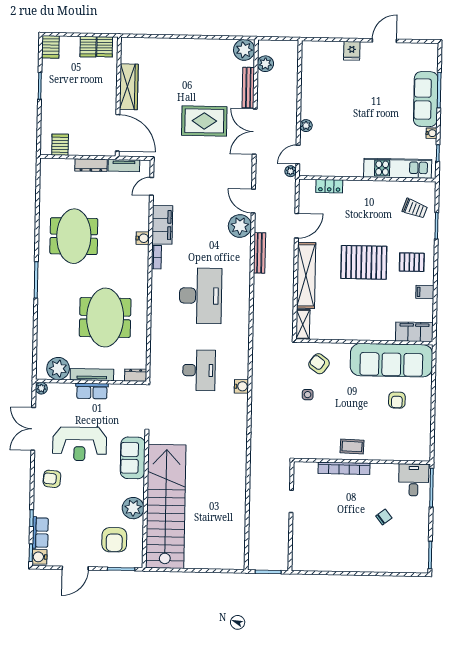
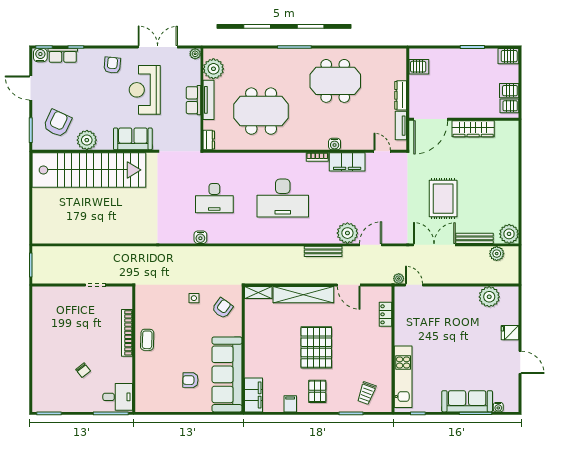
plant: (306, 126) -> (489, 297), moved, width x1.88, depth x1.88
water cooler: (432, 133) -> (498, 407), moved
armchair: (114, 540) -> (57, 123), turned 115

